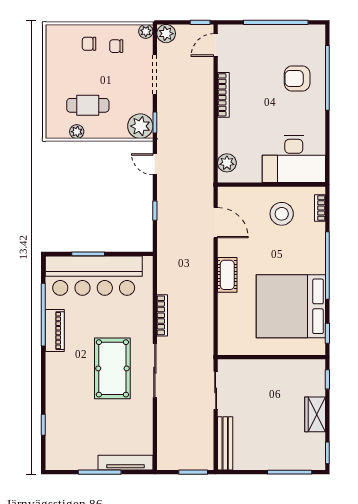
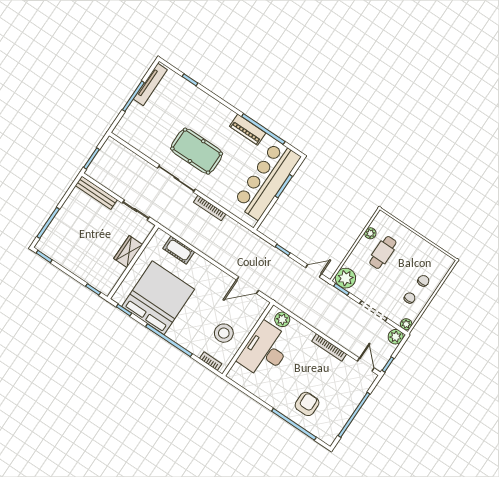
desk: (294, 159) -> (265, 351), moved
cot: (227, 275) -> (179, 250), moved
wardrobe: (315, 414) -> (128, 252), moved, turned -90
tv unit: (126, 463) -> (150, 84), moved

